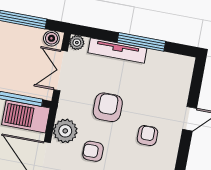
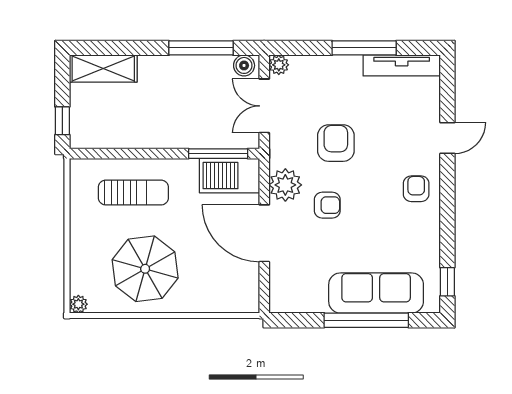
tv unit: (117, 51) -> (402, 65), moved
armchair: (147, 136) -> (416, 189), moved
armchair: (93, 151) -> (327, 205), turned 180

